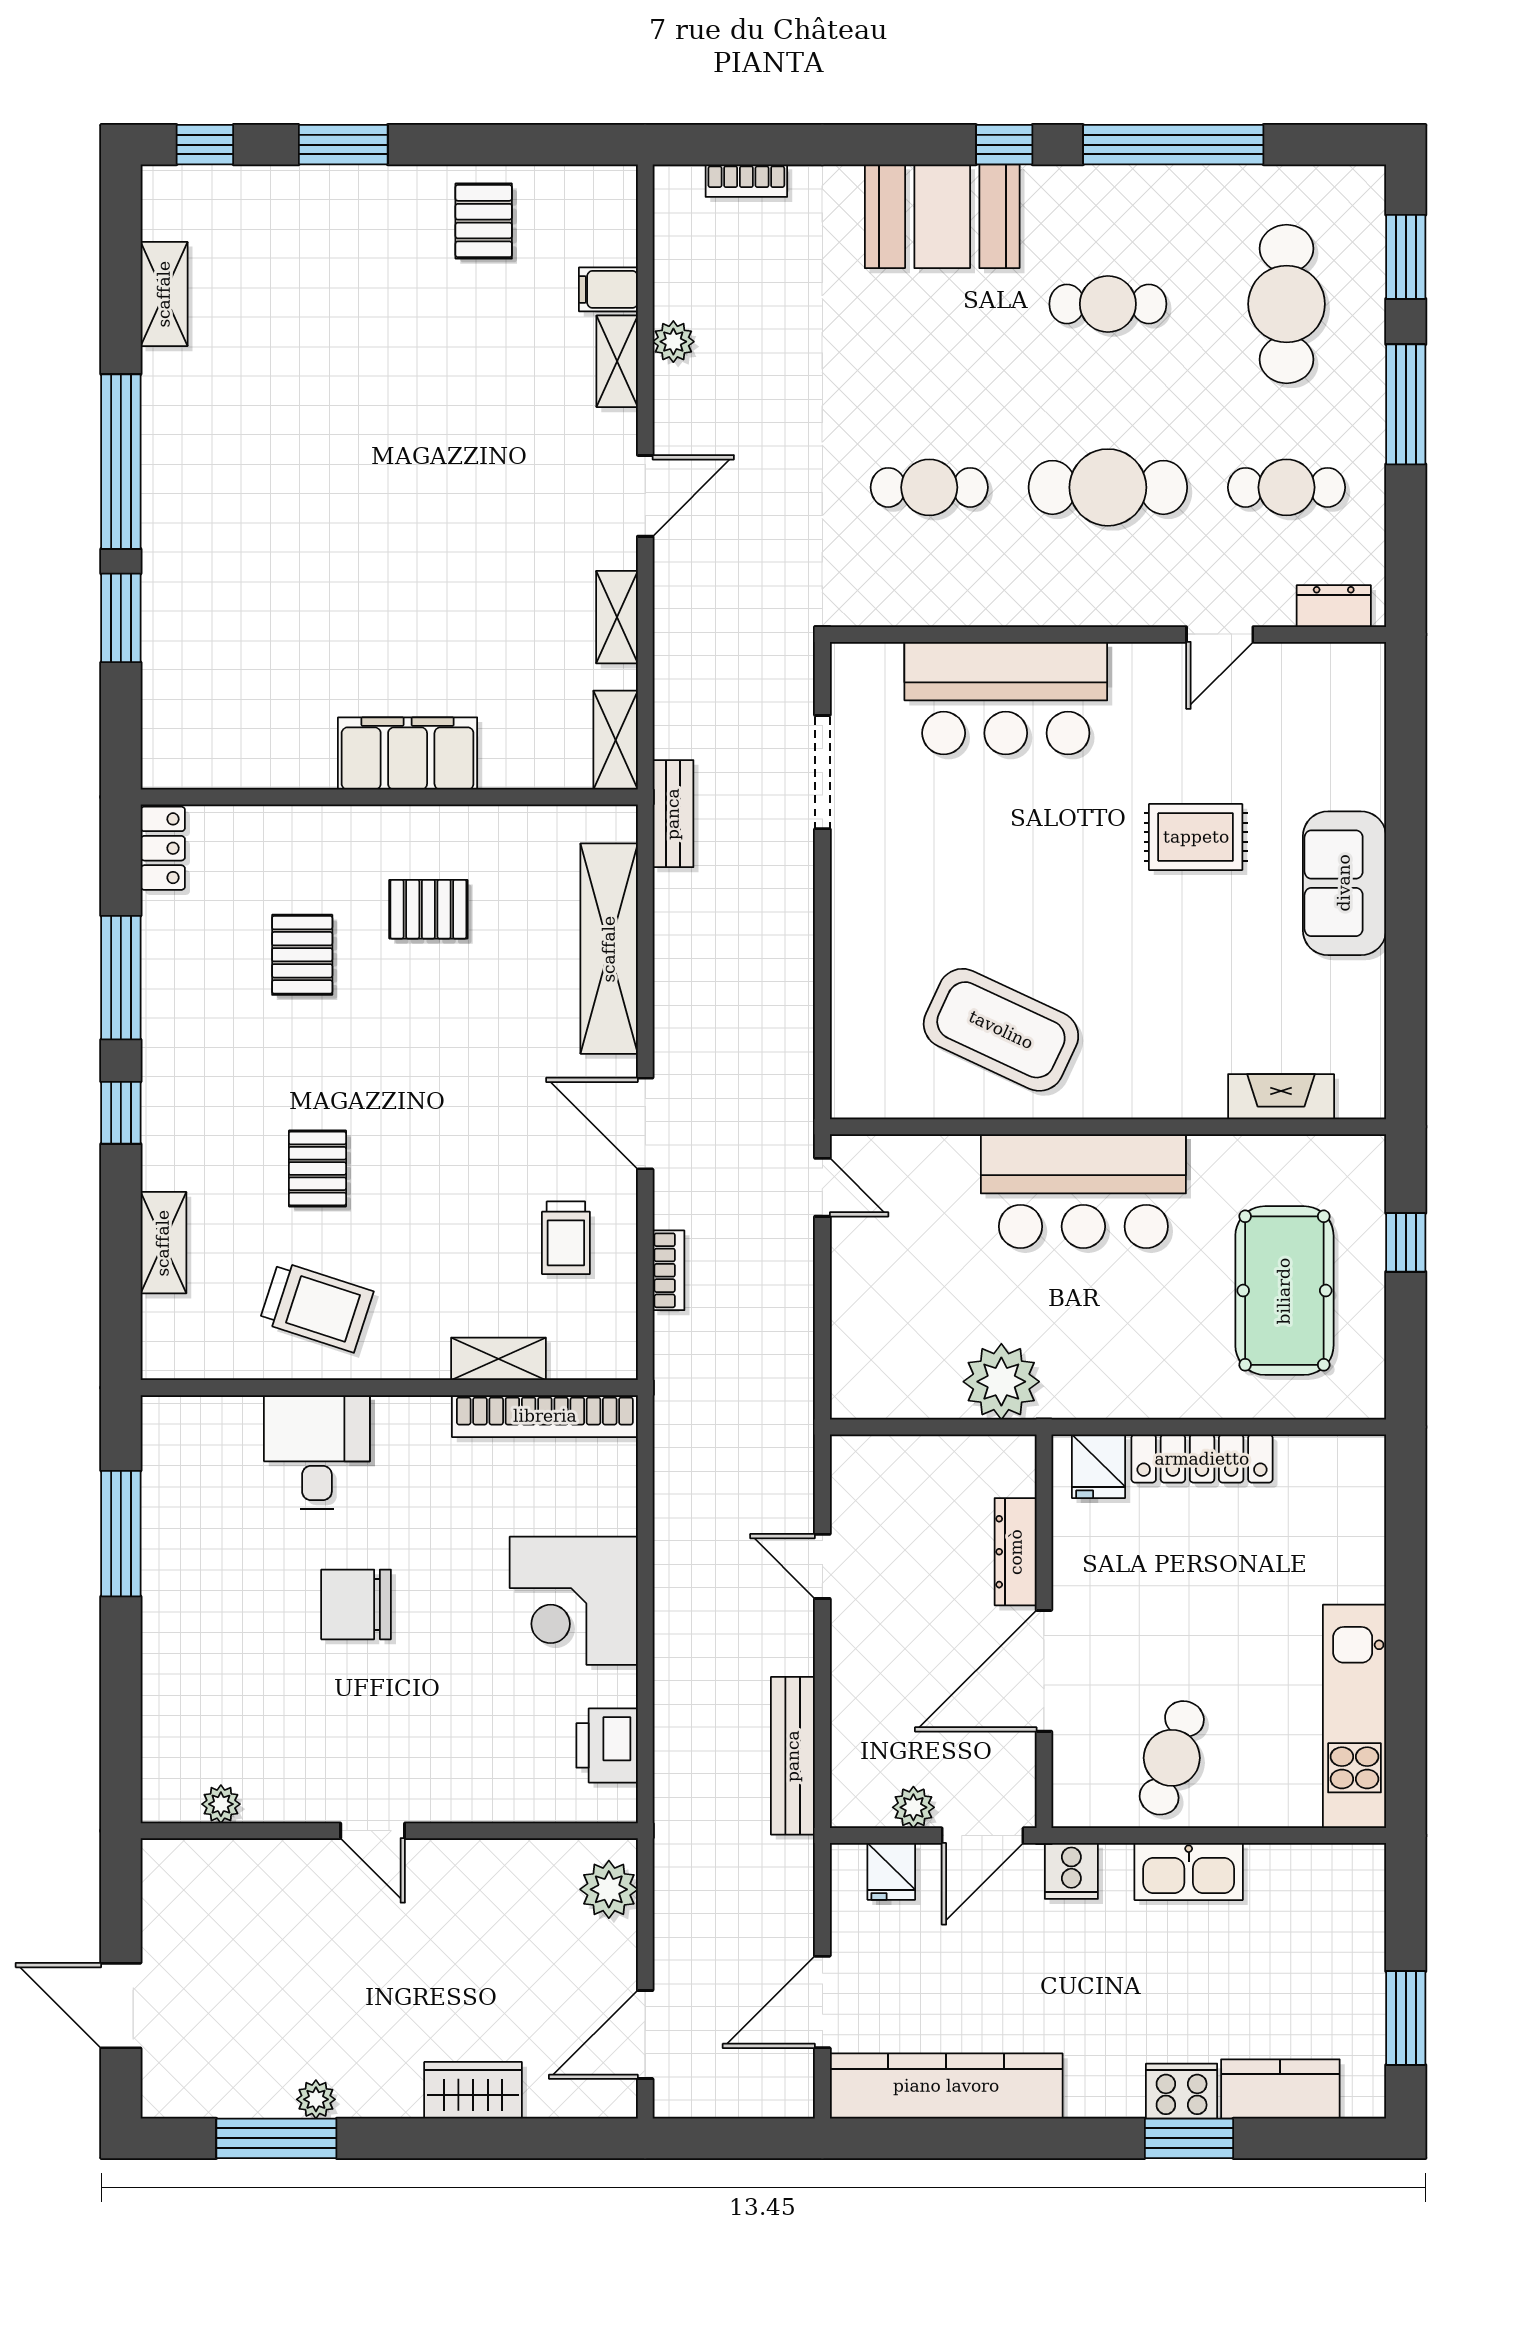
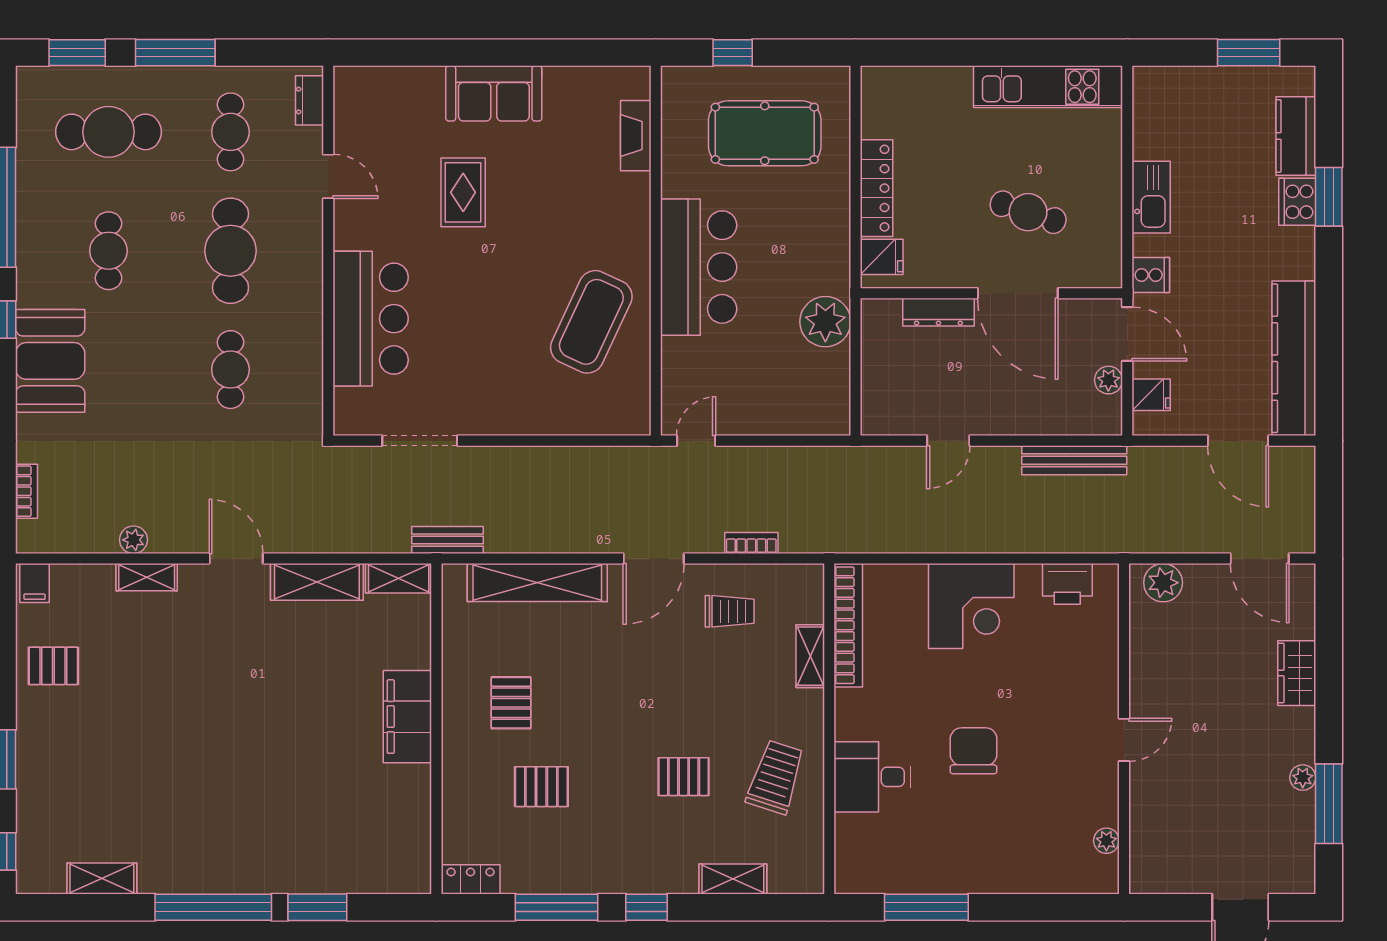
filing cabinet: (608, 289) -> (35, 583), moved
shelving: (617, 617) -> (317, 582), width x1.50, depth x1.33
chair: (356, 1604) -> (974, 751), turned 180
cafe table: (1172, 1758) -> (1028, 212), moved

